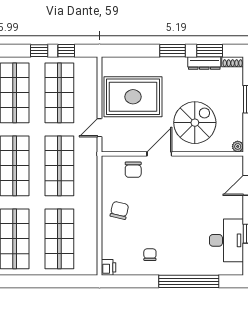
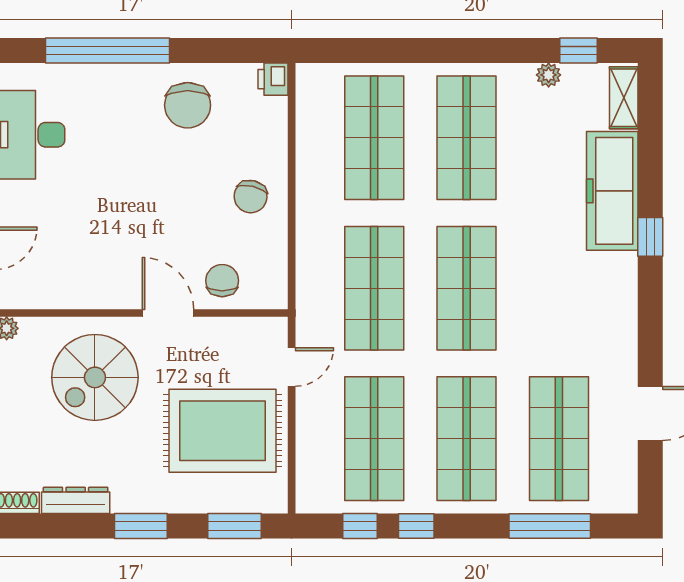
window: (210, 51) -> (234, 526), moved
door: (159, 154) -> (168, 313), swing flipped
chair: (150, 255) -> (188, 105), width x1.87, depth x1.87

